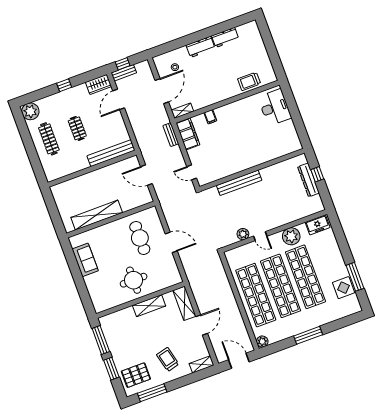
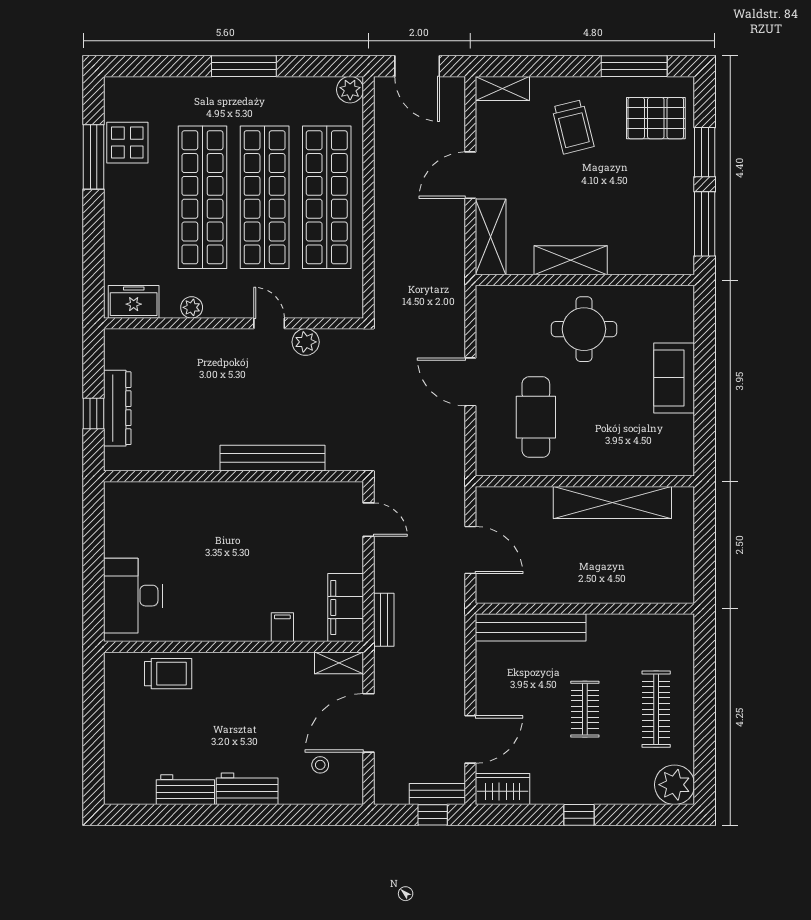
plant: (291, 236) -> (192, 307), width x0.53, depth x0.53
sofa: (85, 260) -> (674, 378), moved

